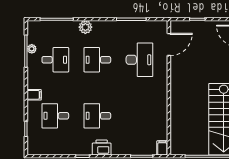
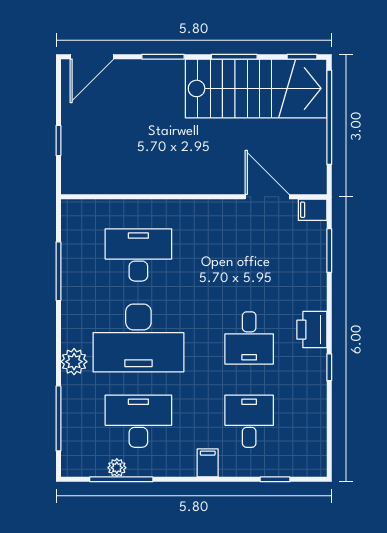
door: (169, 44) -> (267, 197), moved
desk: (55, 60) -> (138, 421), width x1.37
desk: (97, 60) -> (138, 338), width x1.87, depth x1.30
desk: (55, 116) -> (249, 421), turned 180

